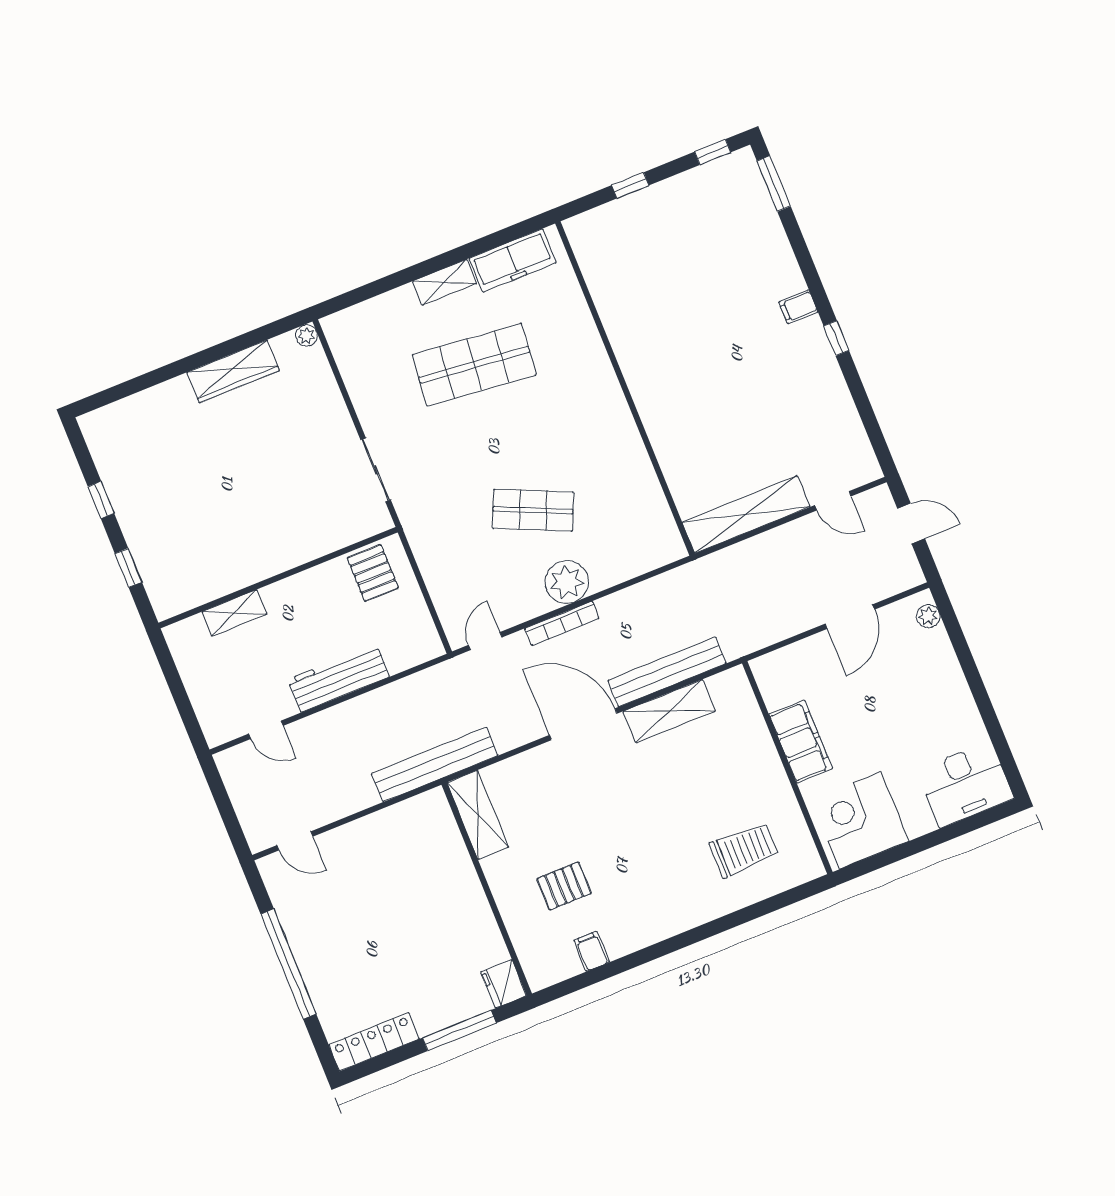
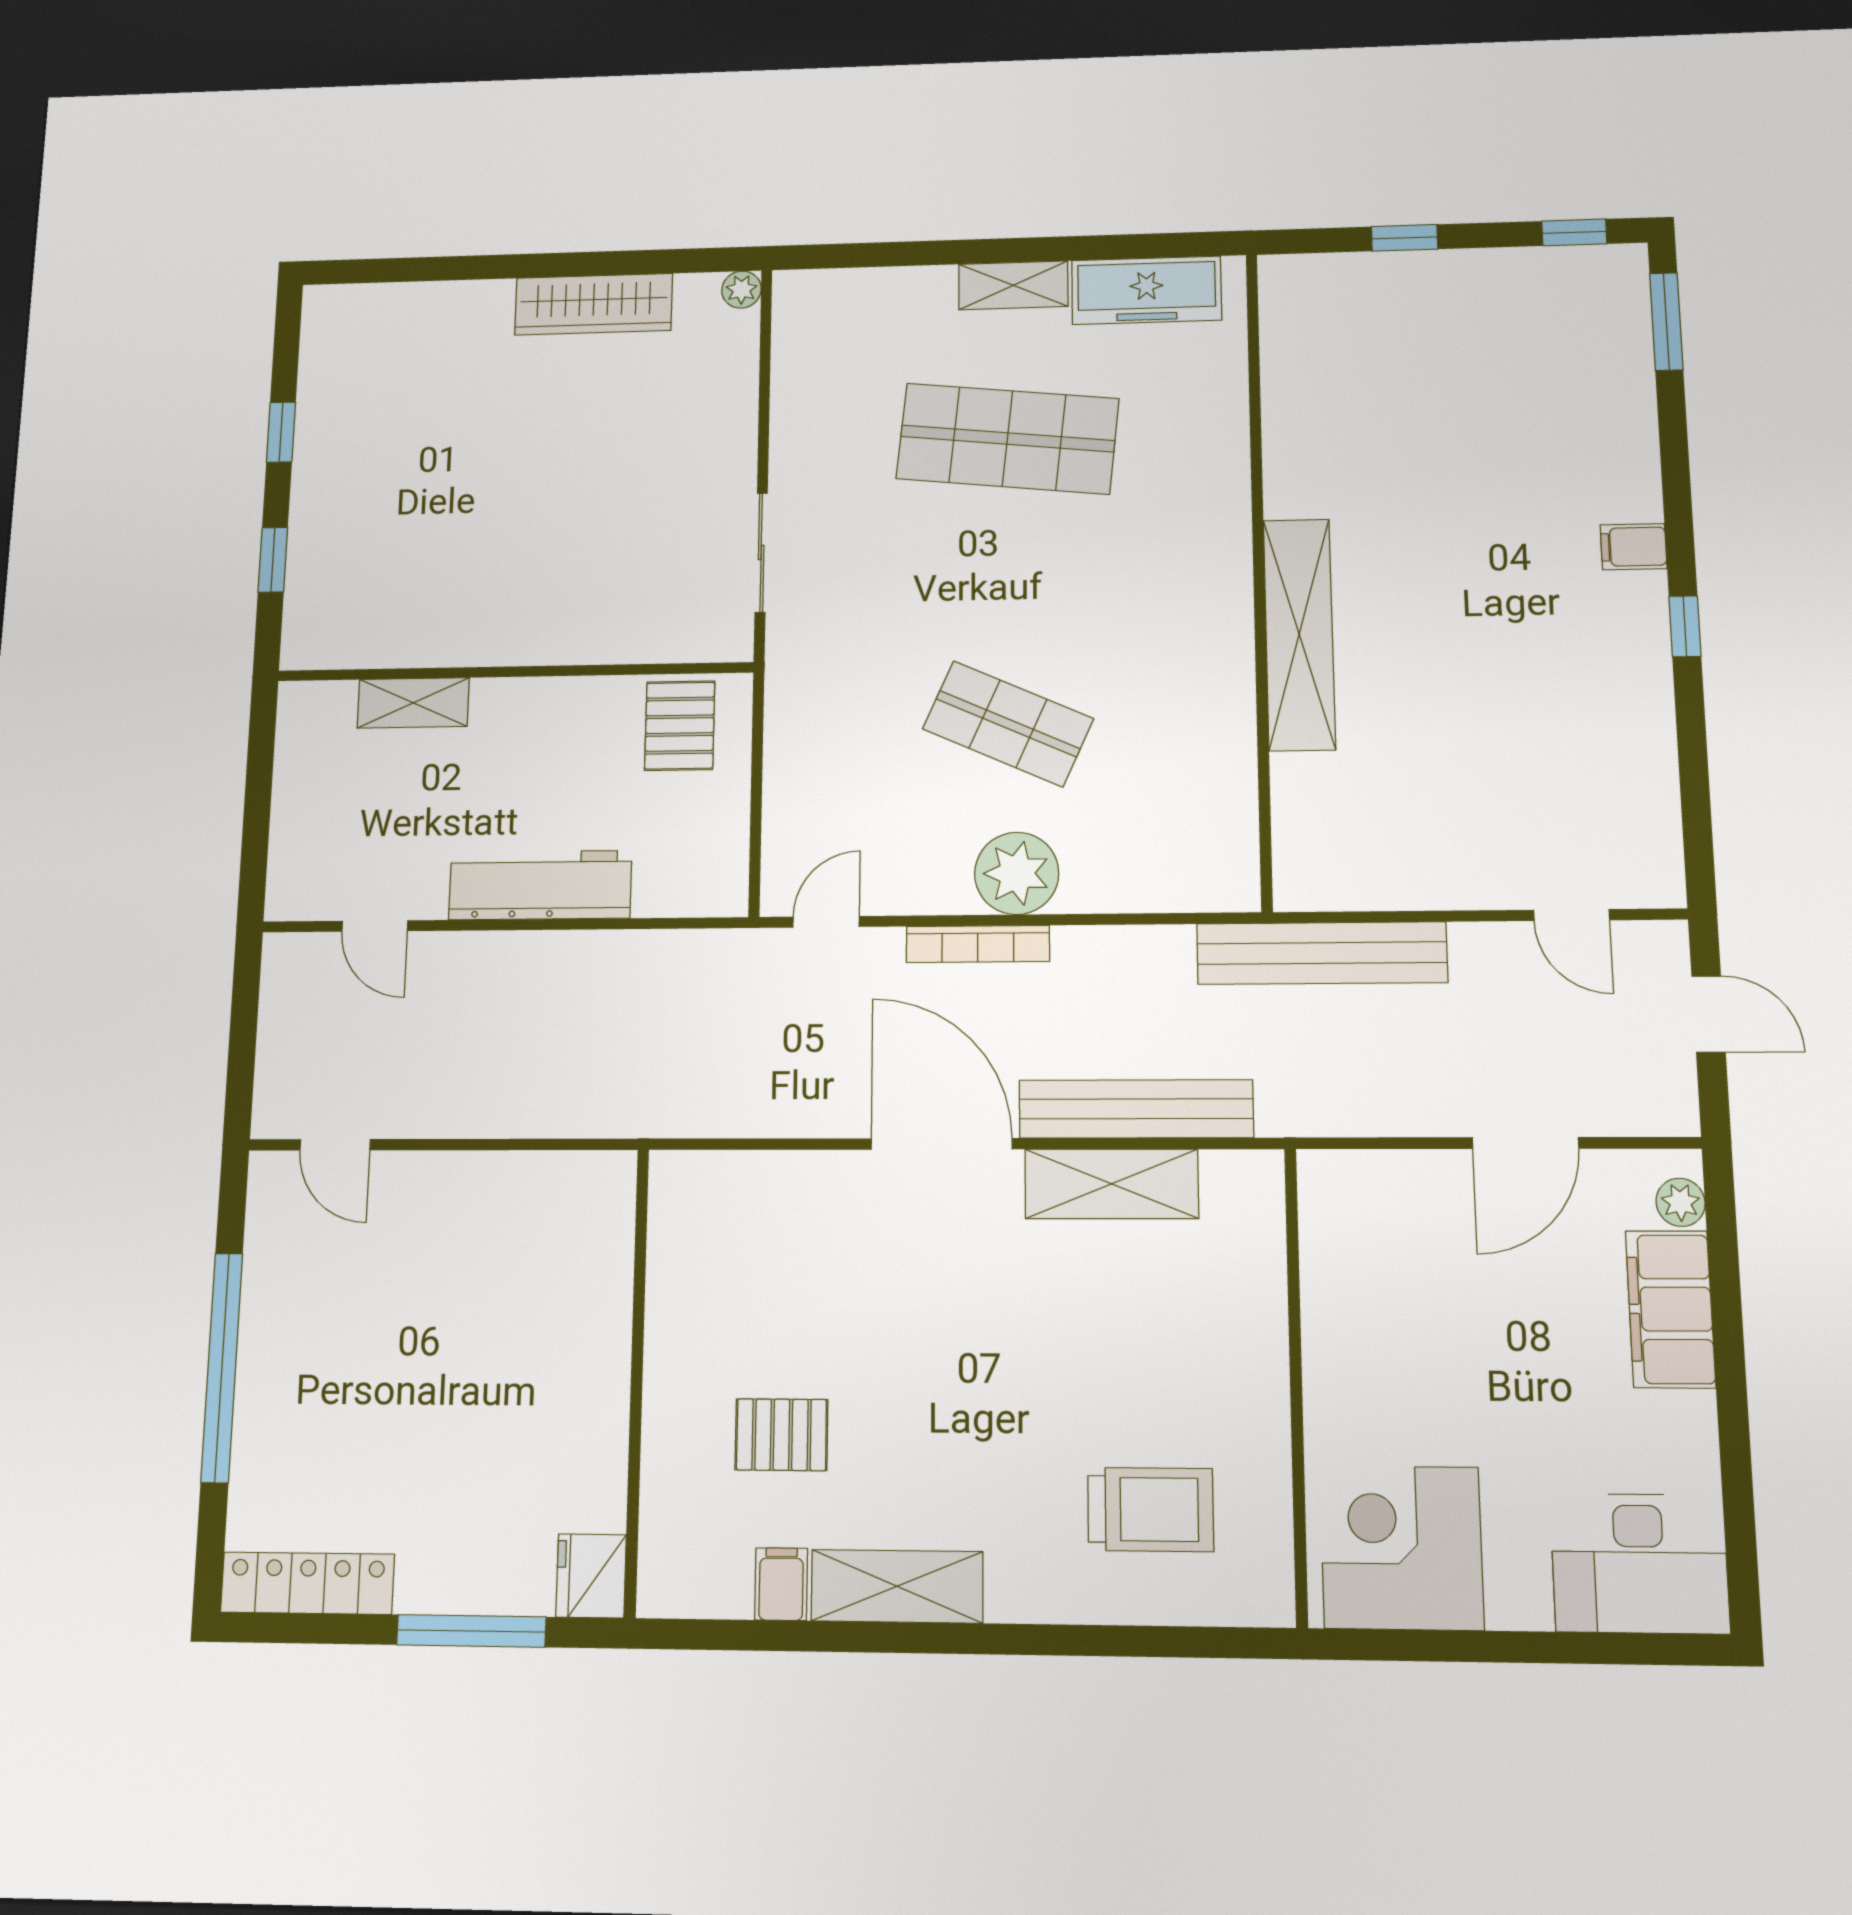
shelving: (746, 514) -> (1299, 634), moved, turned 90
filing cabinet: (801, 742) -> (1670, 1309), moved, turned 180
bench: (435, 765) -> (1322, 953), moved
shelving: (478, 815) -> (897, 1586), moved, turned 90

